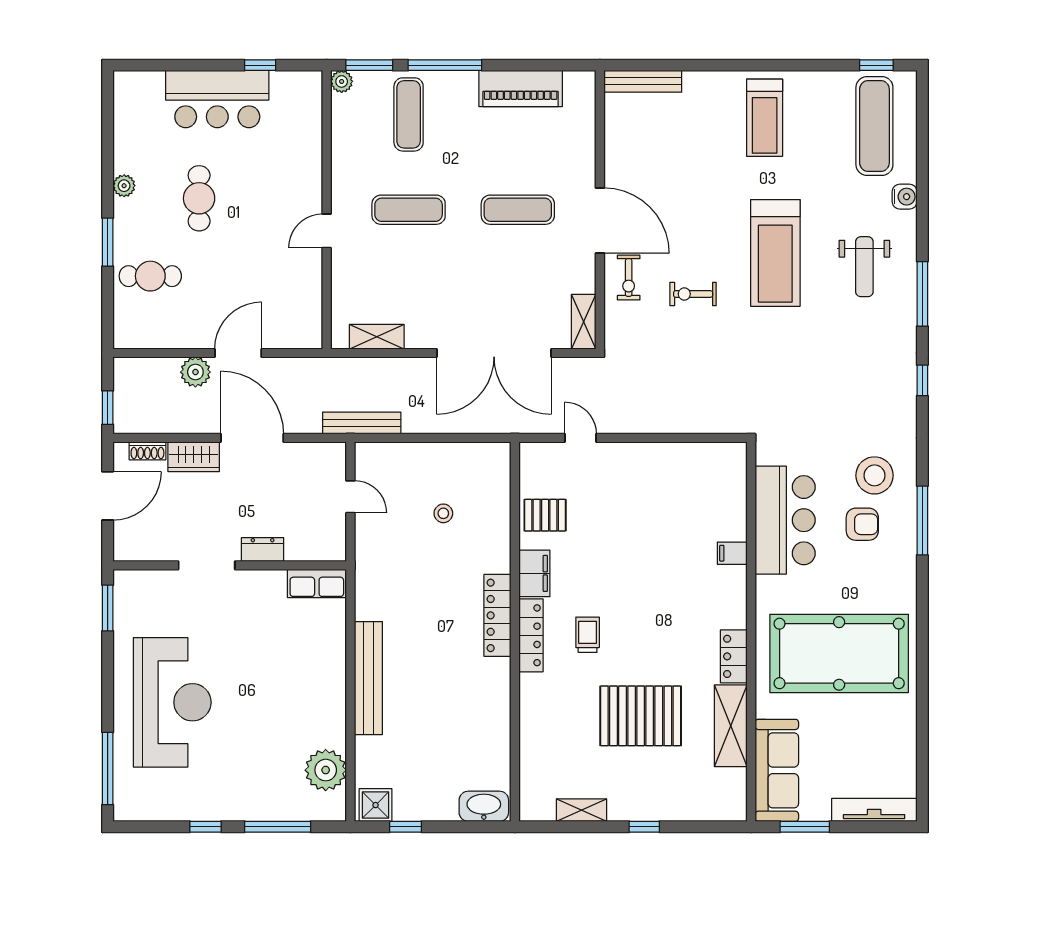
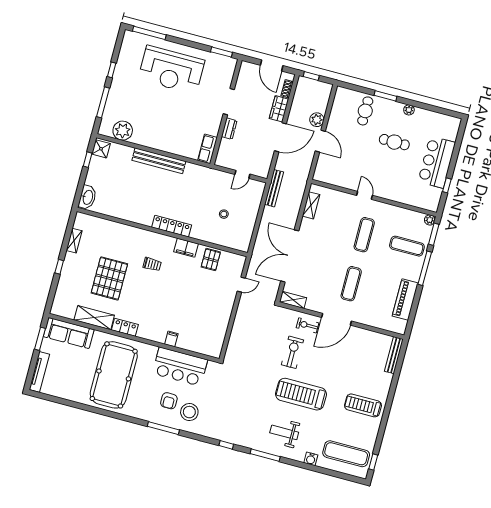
exercise bike: (693, 294) -> (292, 352), width x1.38, depth x1.39
locker: (531, 635) -> (159, 239), removed

